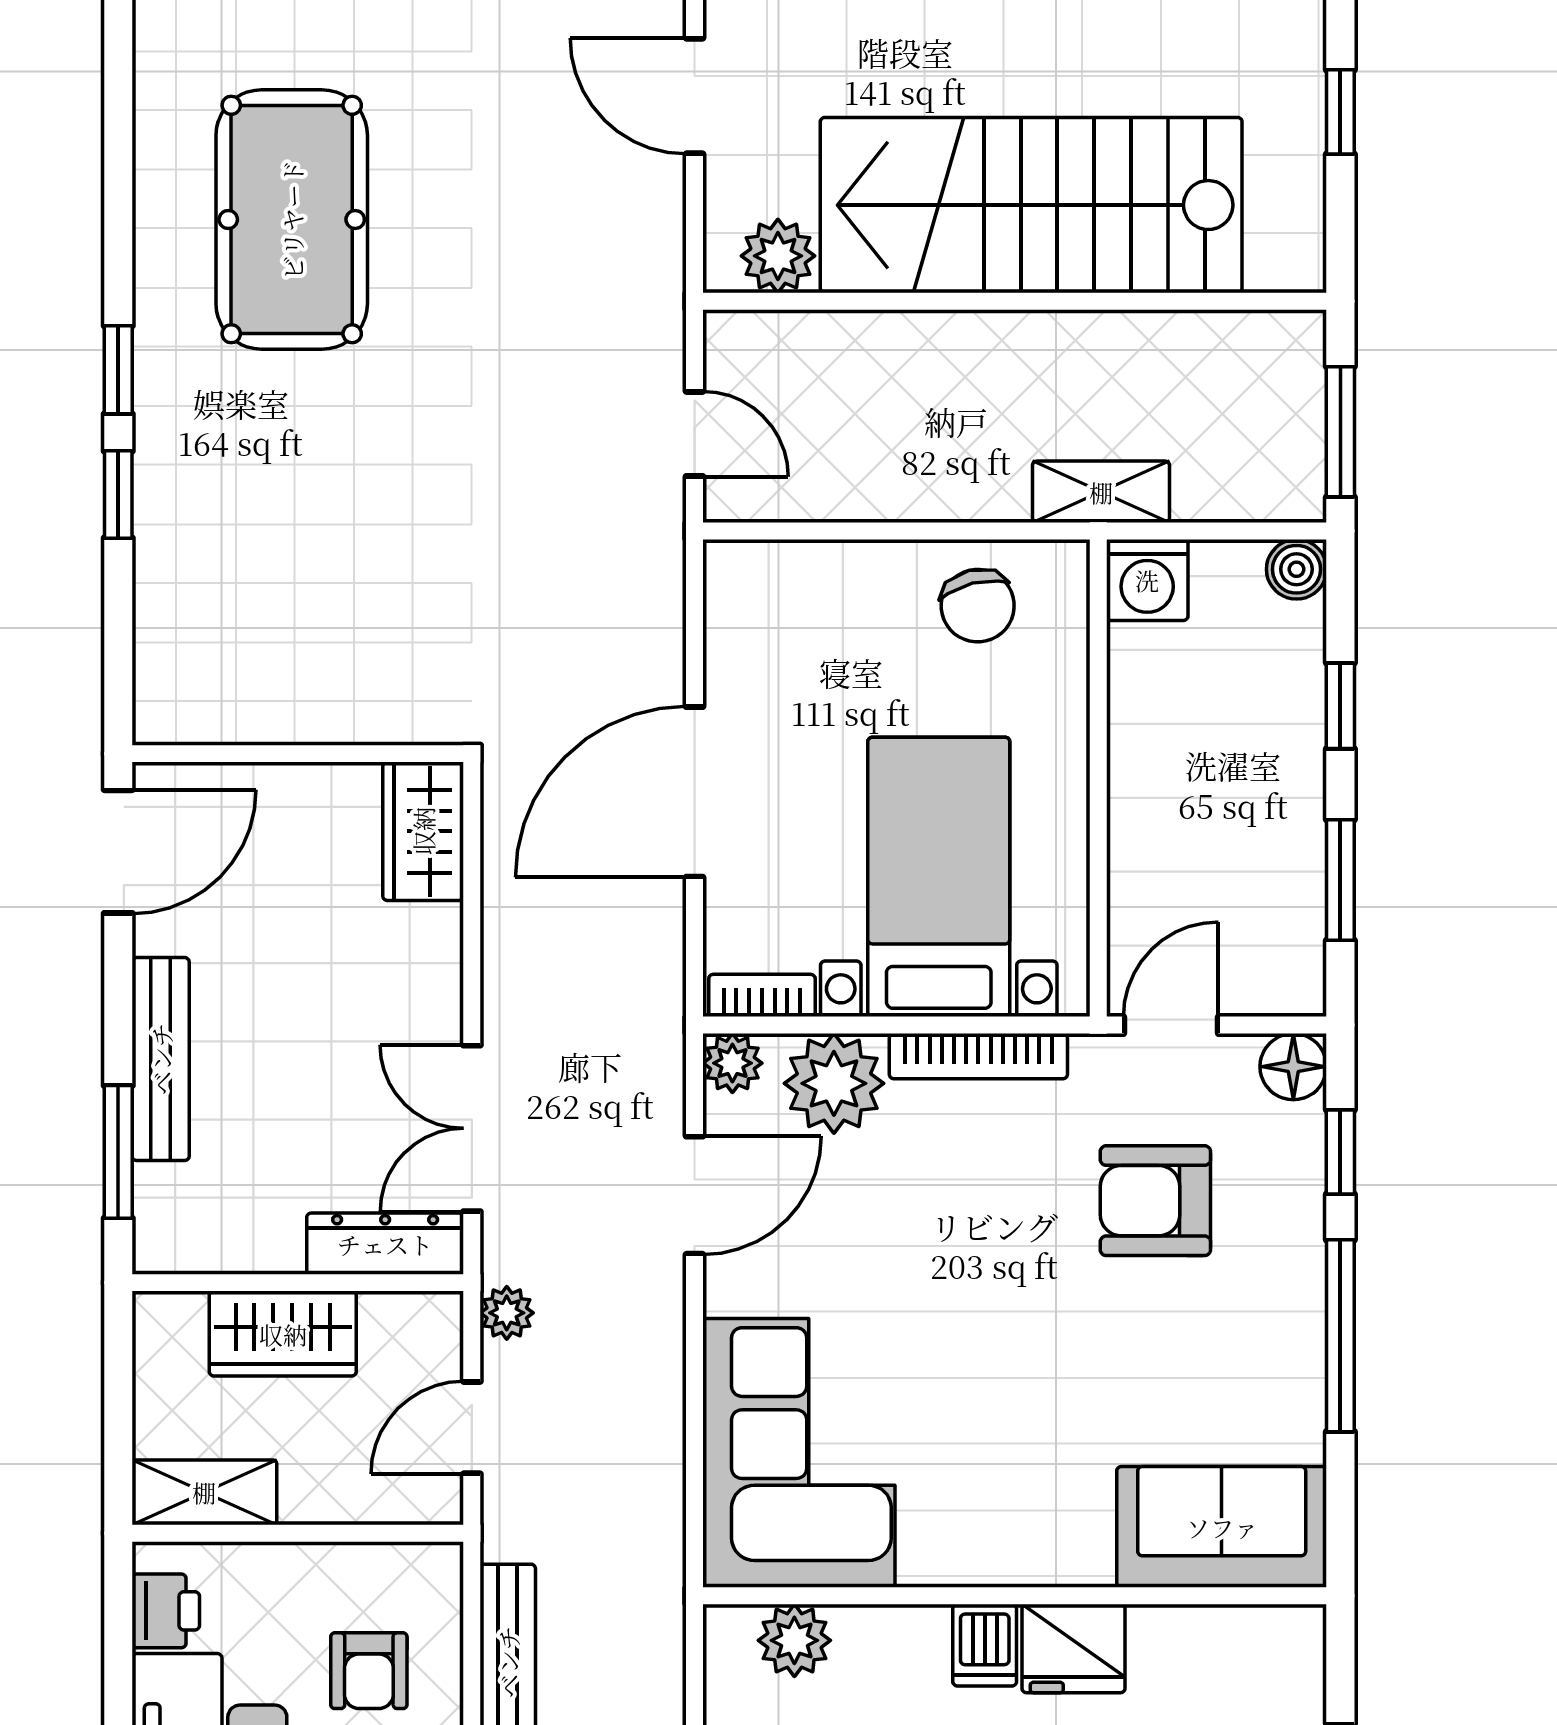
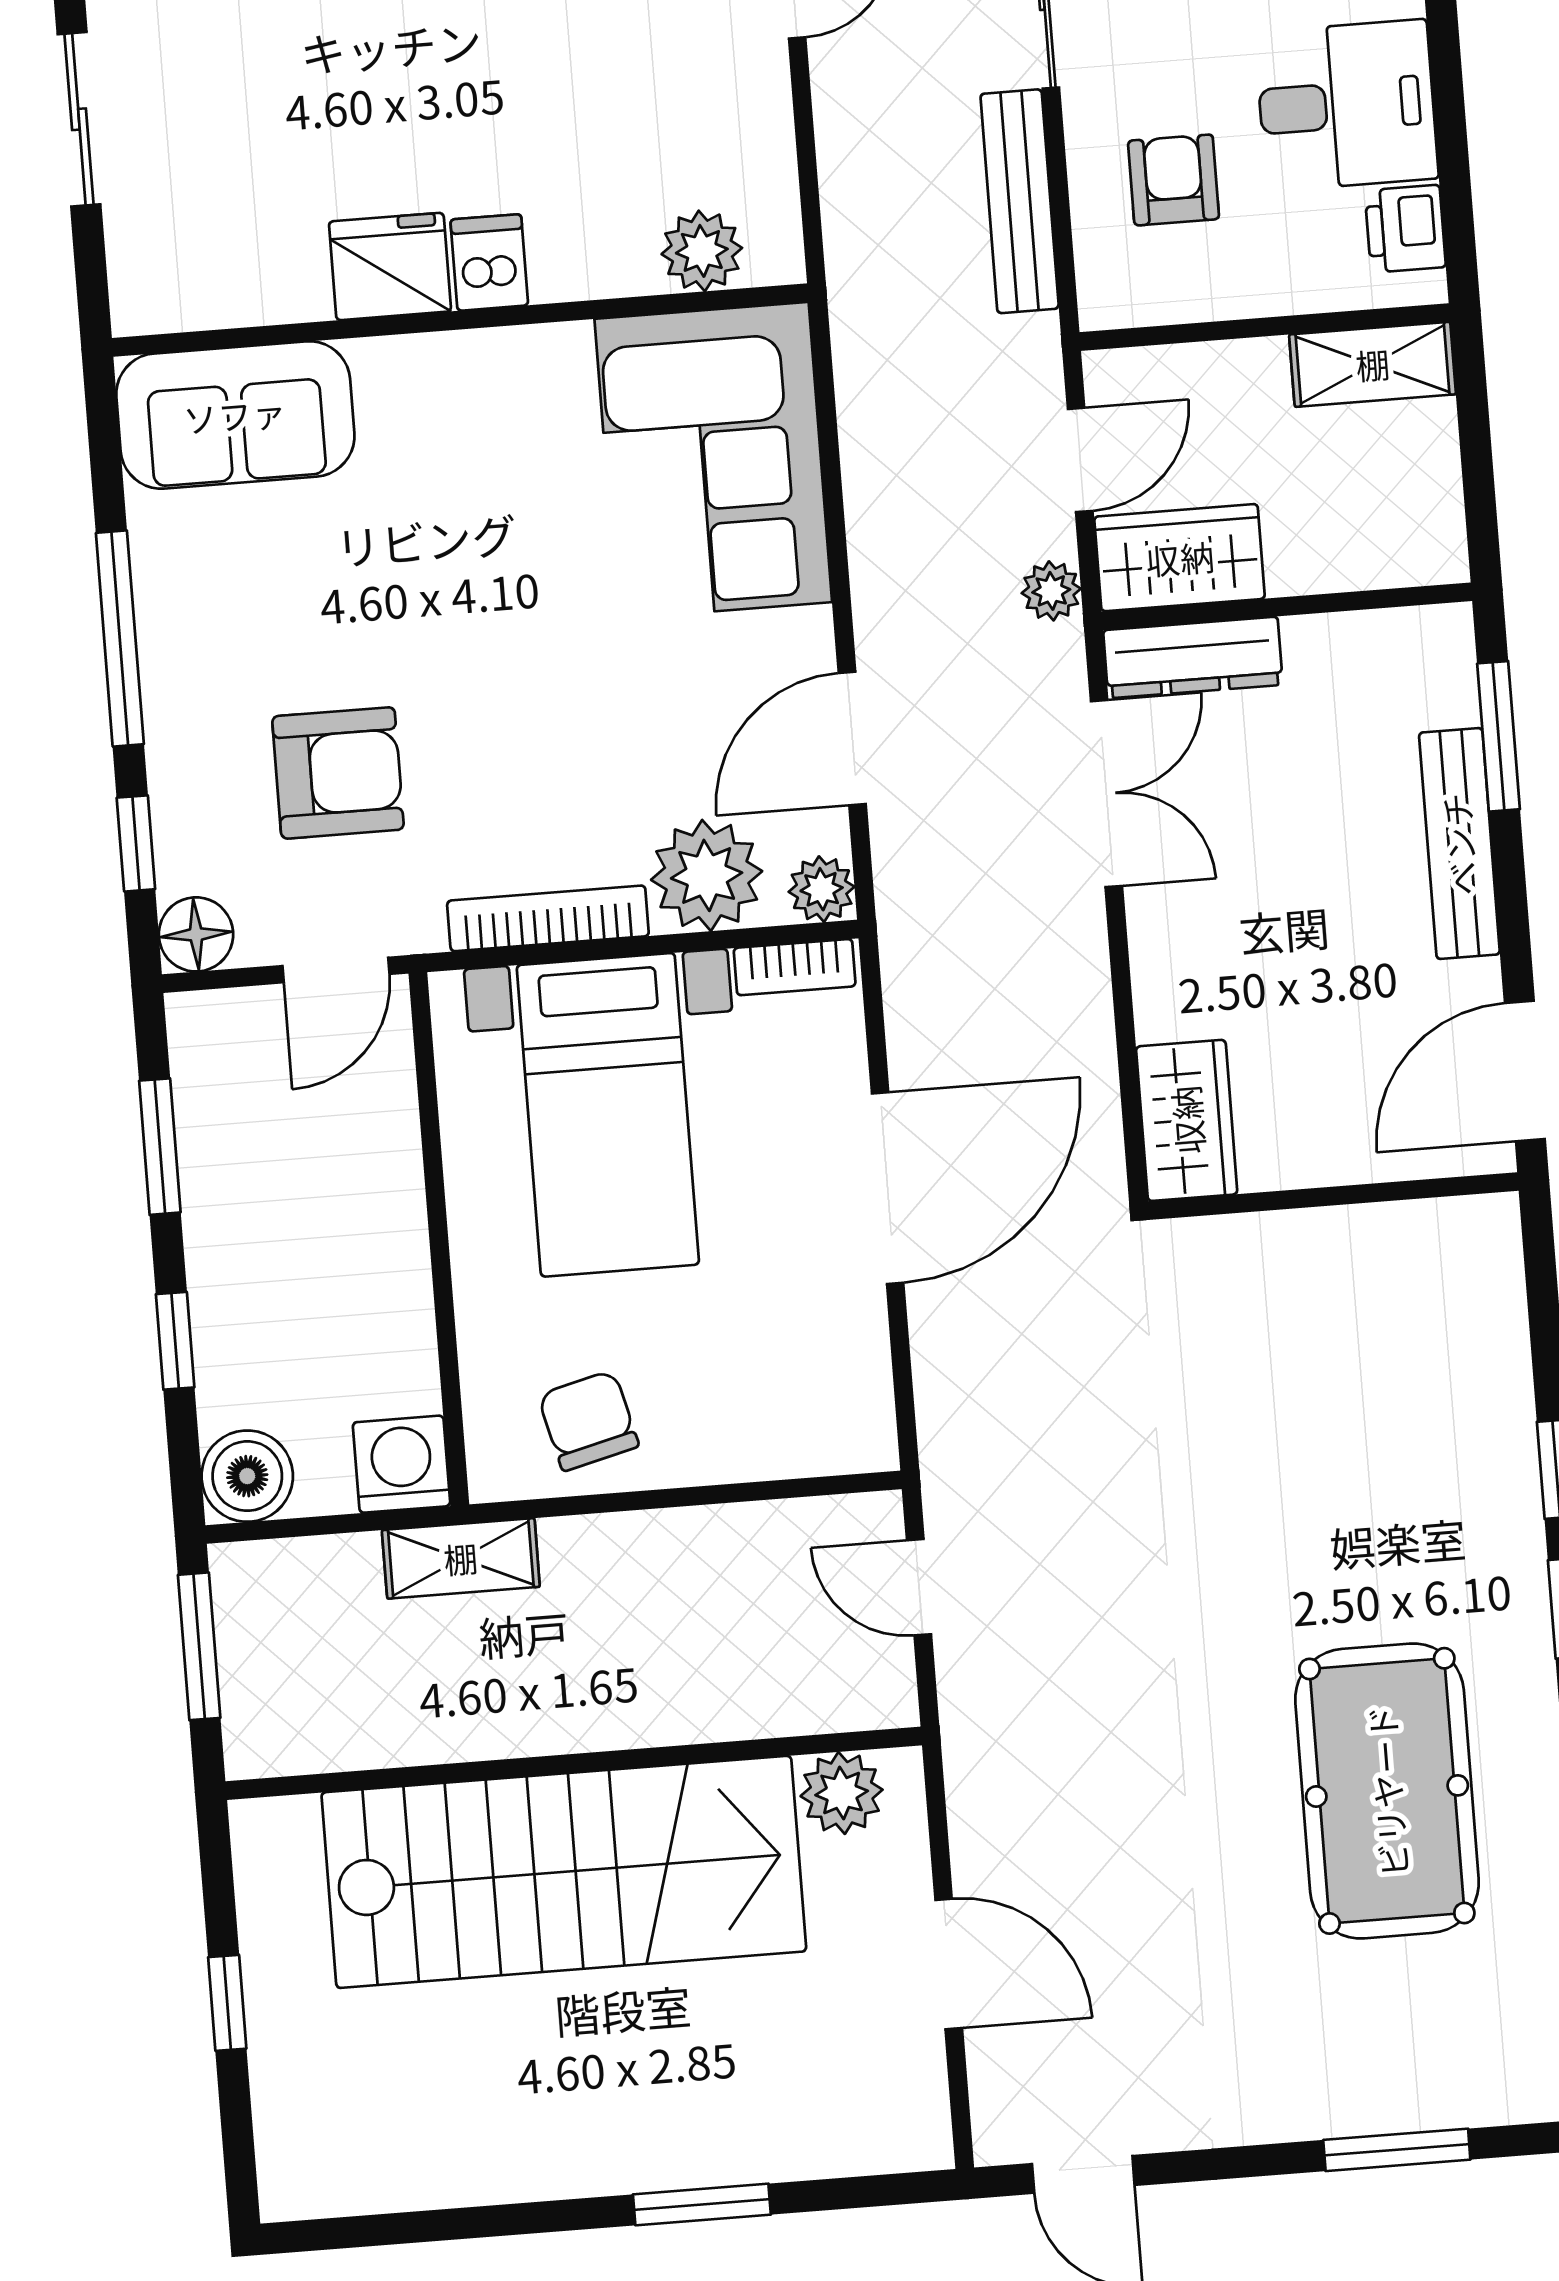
boiler: (1297, 569) -> (247, 1476), width x1.36, depth x1.36
wardrobe: (283, 1334) -> (1180, 558), moved

